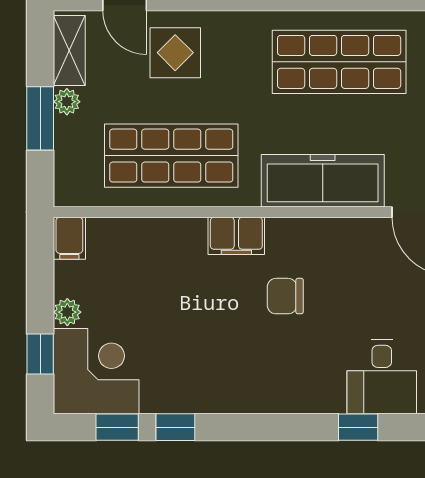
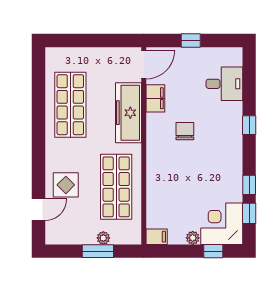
shelving: (69, 51) -> (65, 237), removed
plant: (67, 102) -> (103, 238), moved
filing cabinet: (236, 236) -> (155, 98), moved
chair: (285, 296) -> (185, 131), turned 180
window: (358, 427) -> (249, 125), moved

